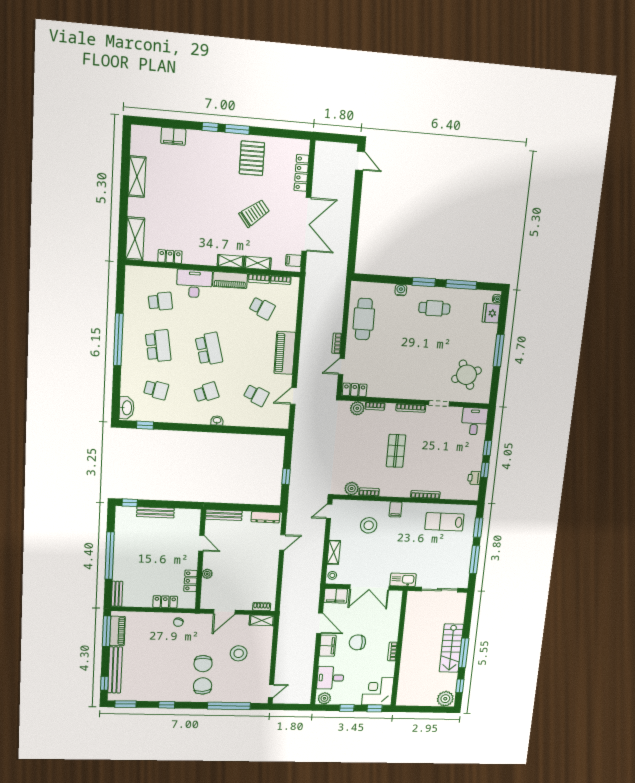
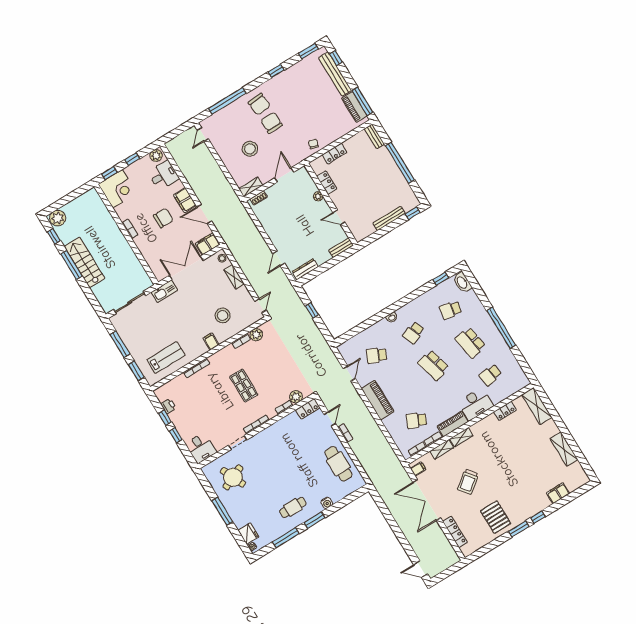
bench: (224, 515) -> (341, 248), width x0.73

